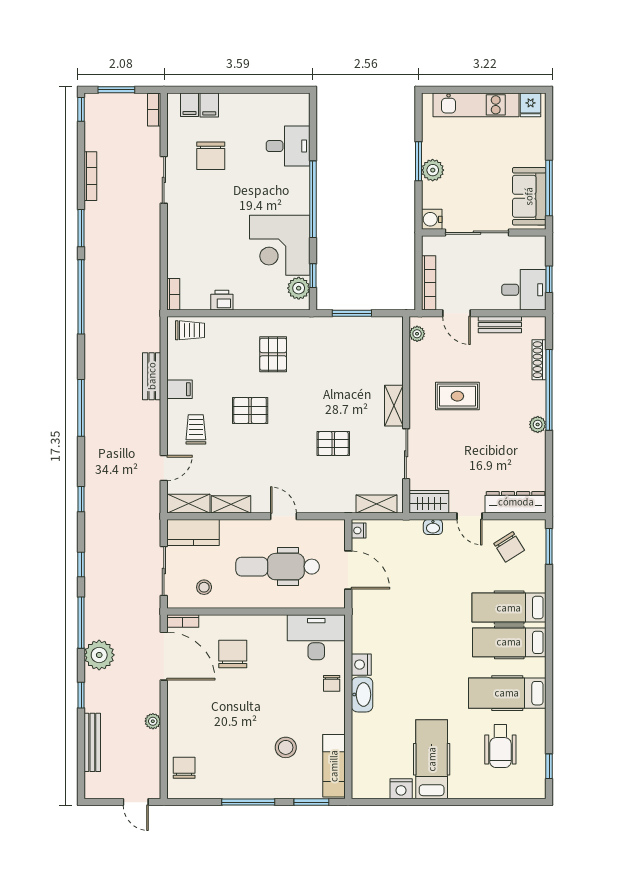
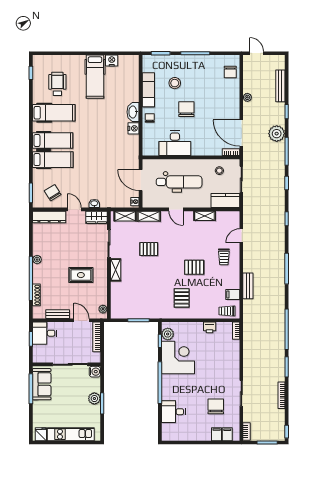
filing cabinet: (179, 389) -> (233, 295), moved
shelving: (189, 504) -> (149, 216), moved
desk: (316, 637) -> (175, 143), moved
chair: (233, 654) -> (186, 109), moved, turned 180
exam couch: (334, 766) -> (148, 90), moved

